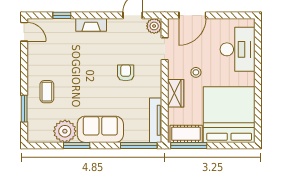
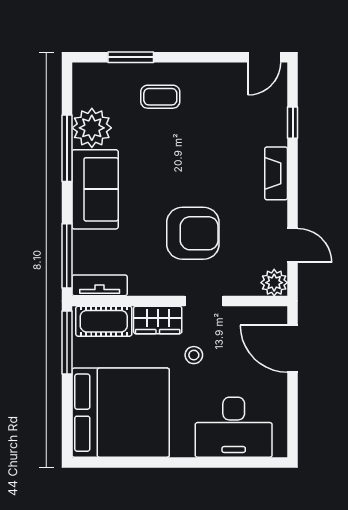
doorway: (165, 49) -> (204, 301), moved
armchair: (126, 73) -> (193, 233), width x1.88, depth x1.88
tv unit: (156, 120) -> (100, 285), width x0.71
cot: (186, 134) -> (104, 321), moved, turned 90
window: (77, 146) -> (67, 148), width x1.44

